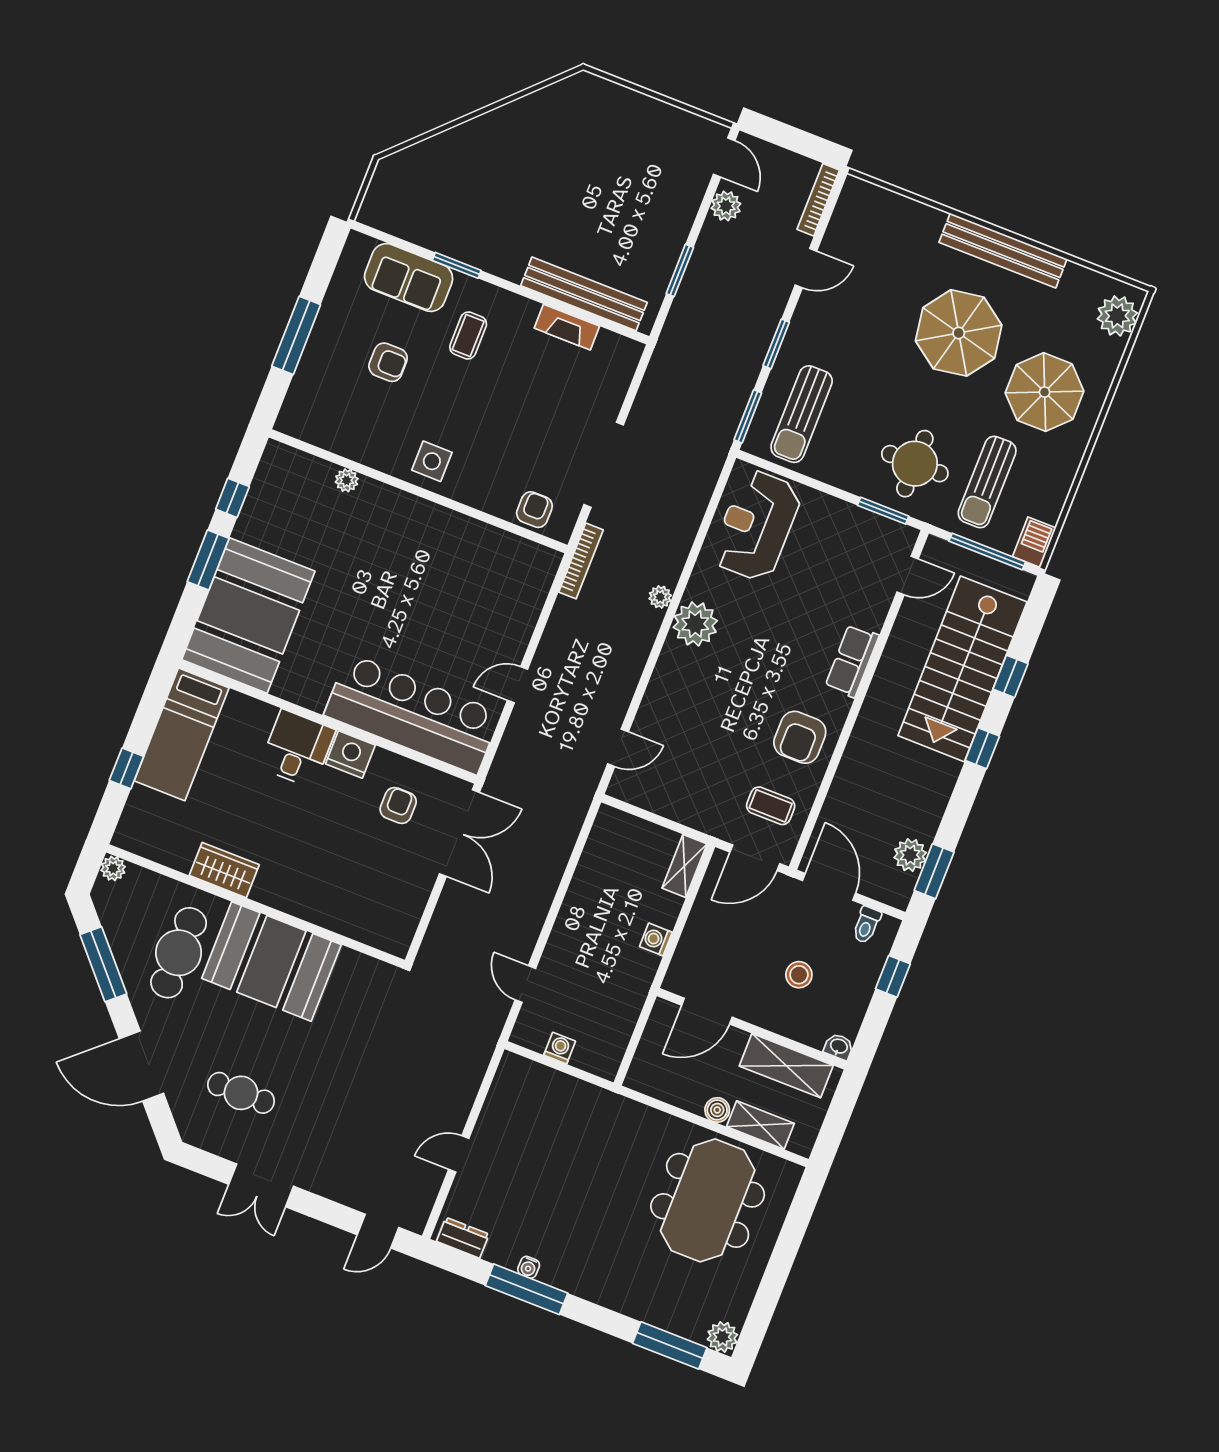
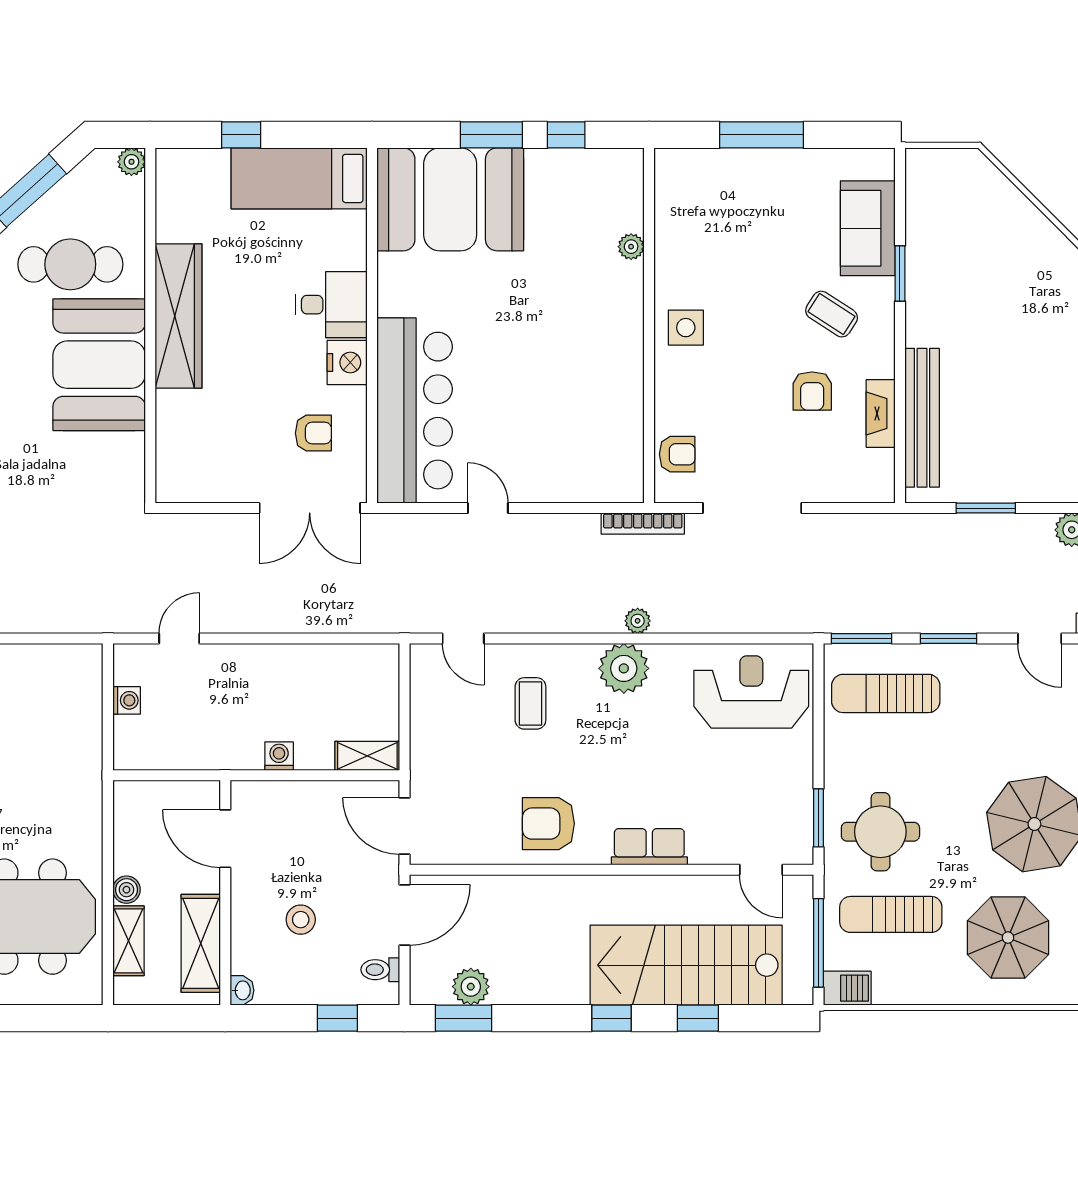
coffee table: (468, 335) -> (832, 314), turned 33
armchair: (388, 362) -> (812, 391), moved
coffee table: (771, 806) -> (530, 703), moved
wardrobe: (224, 870) -> (179, 316), width x2.10, depth x1.17

